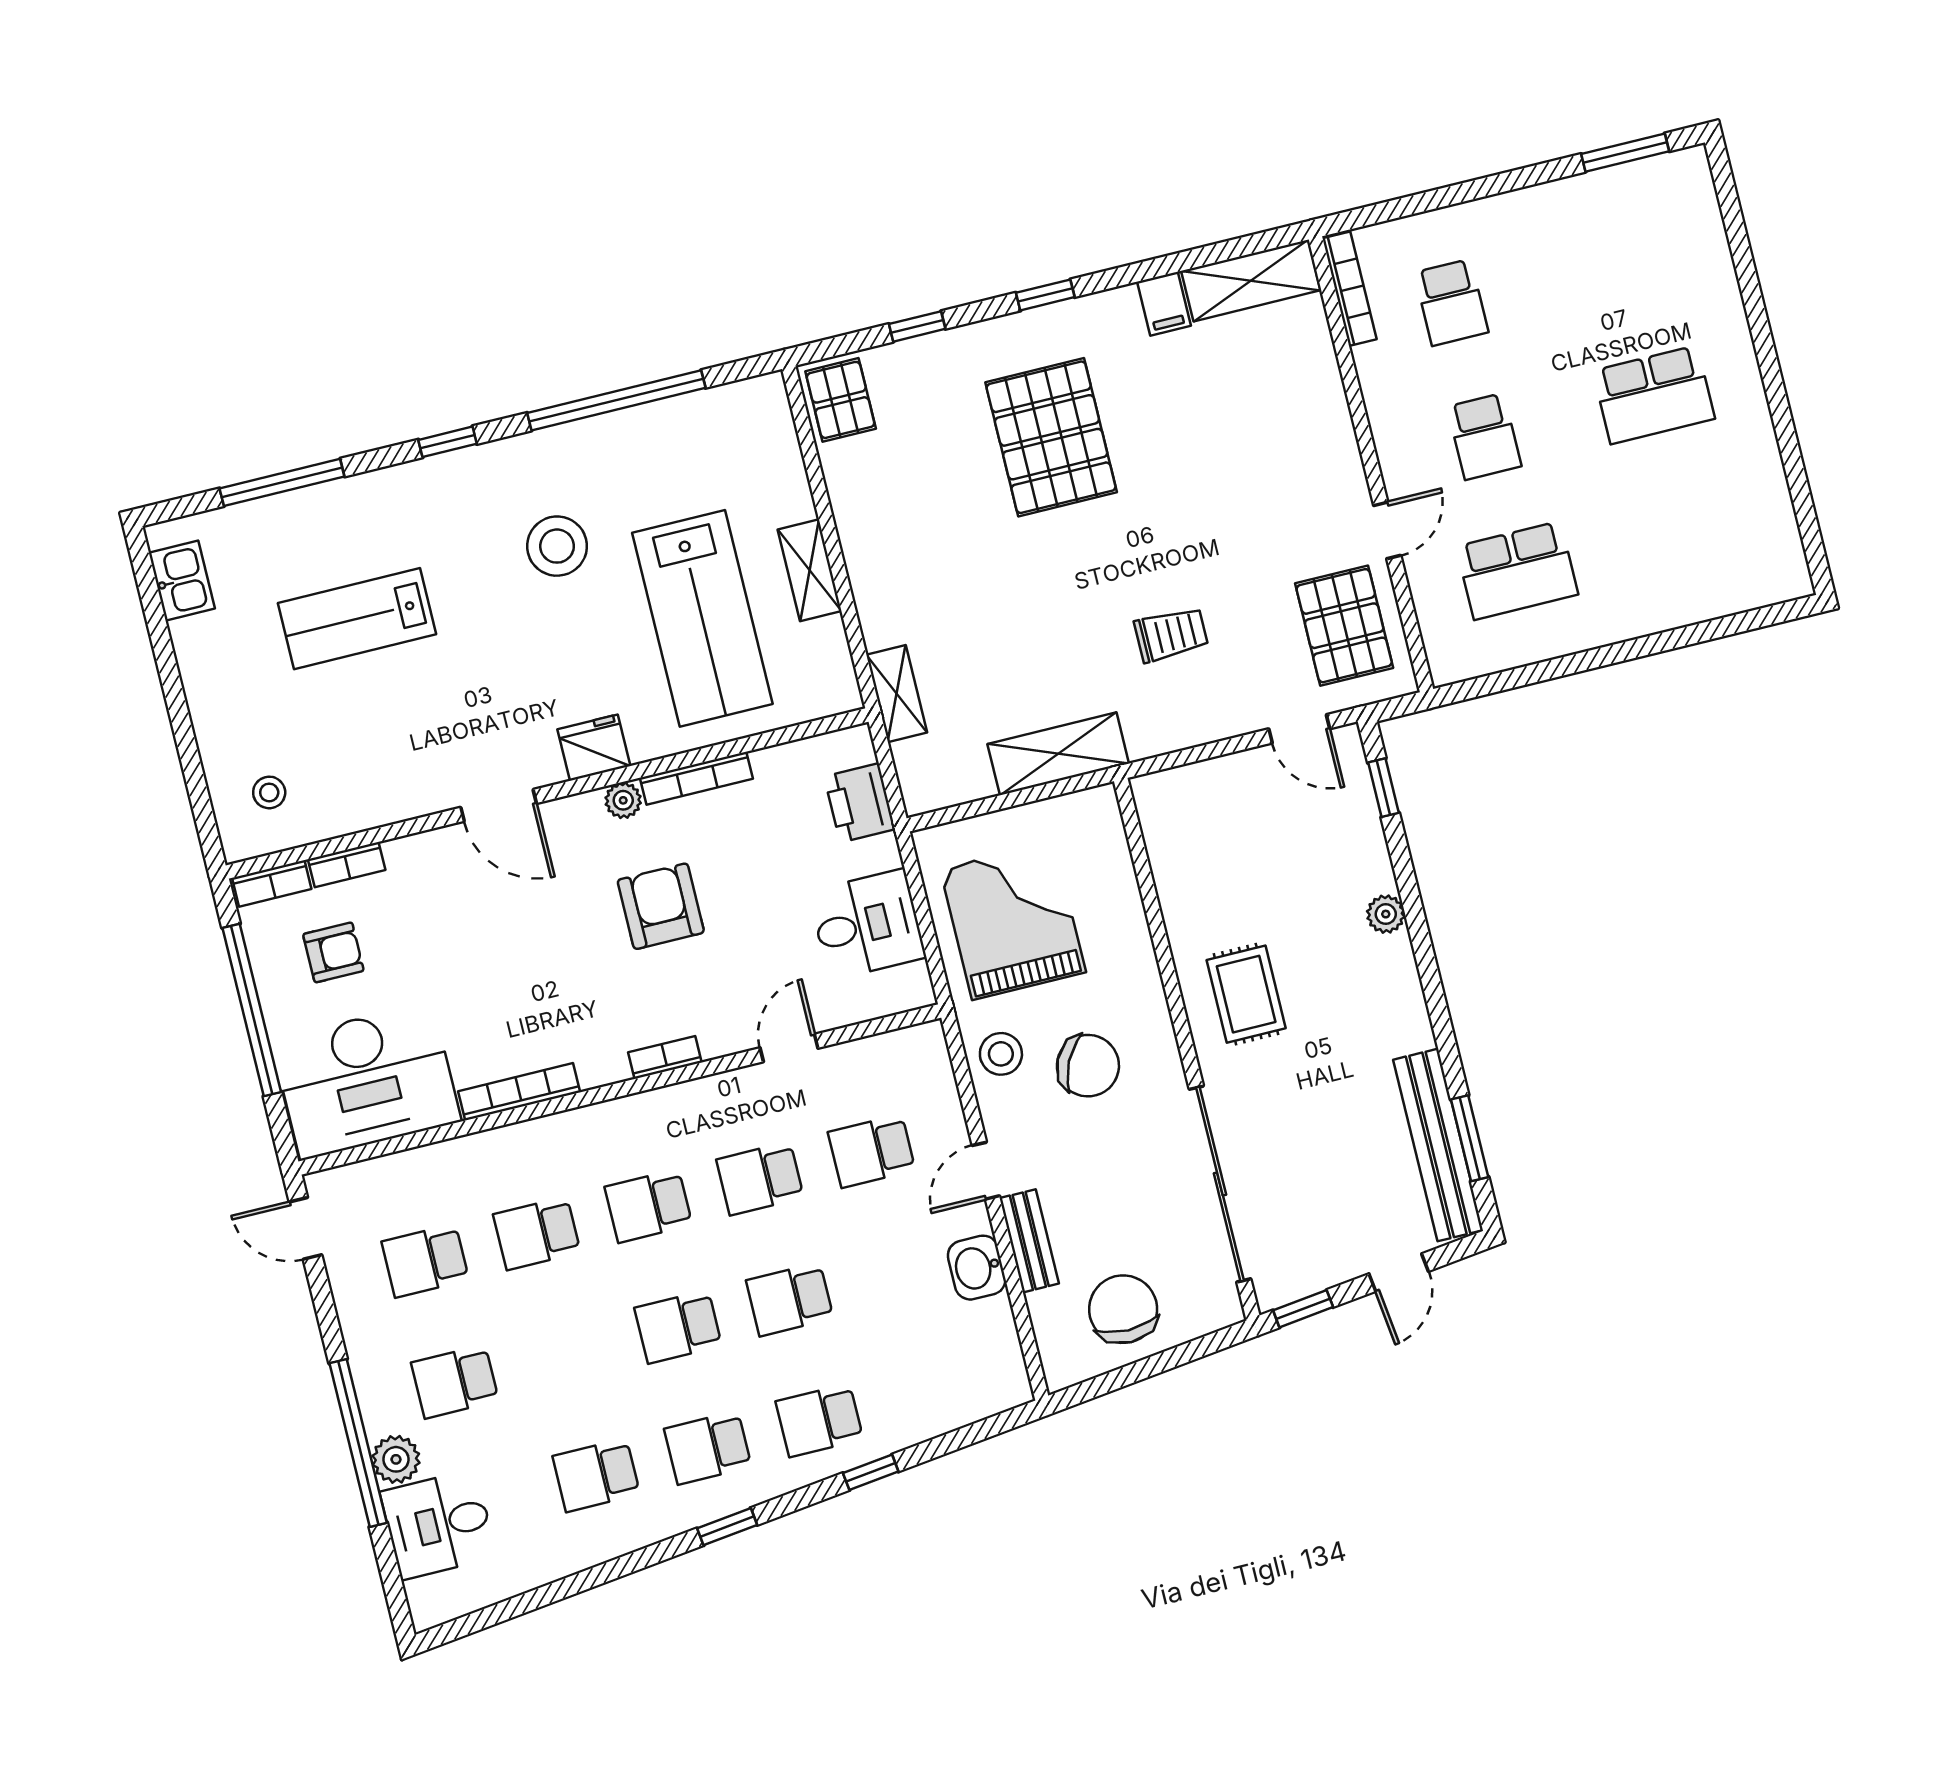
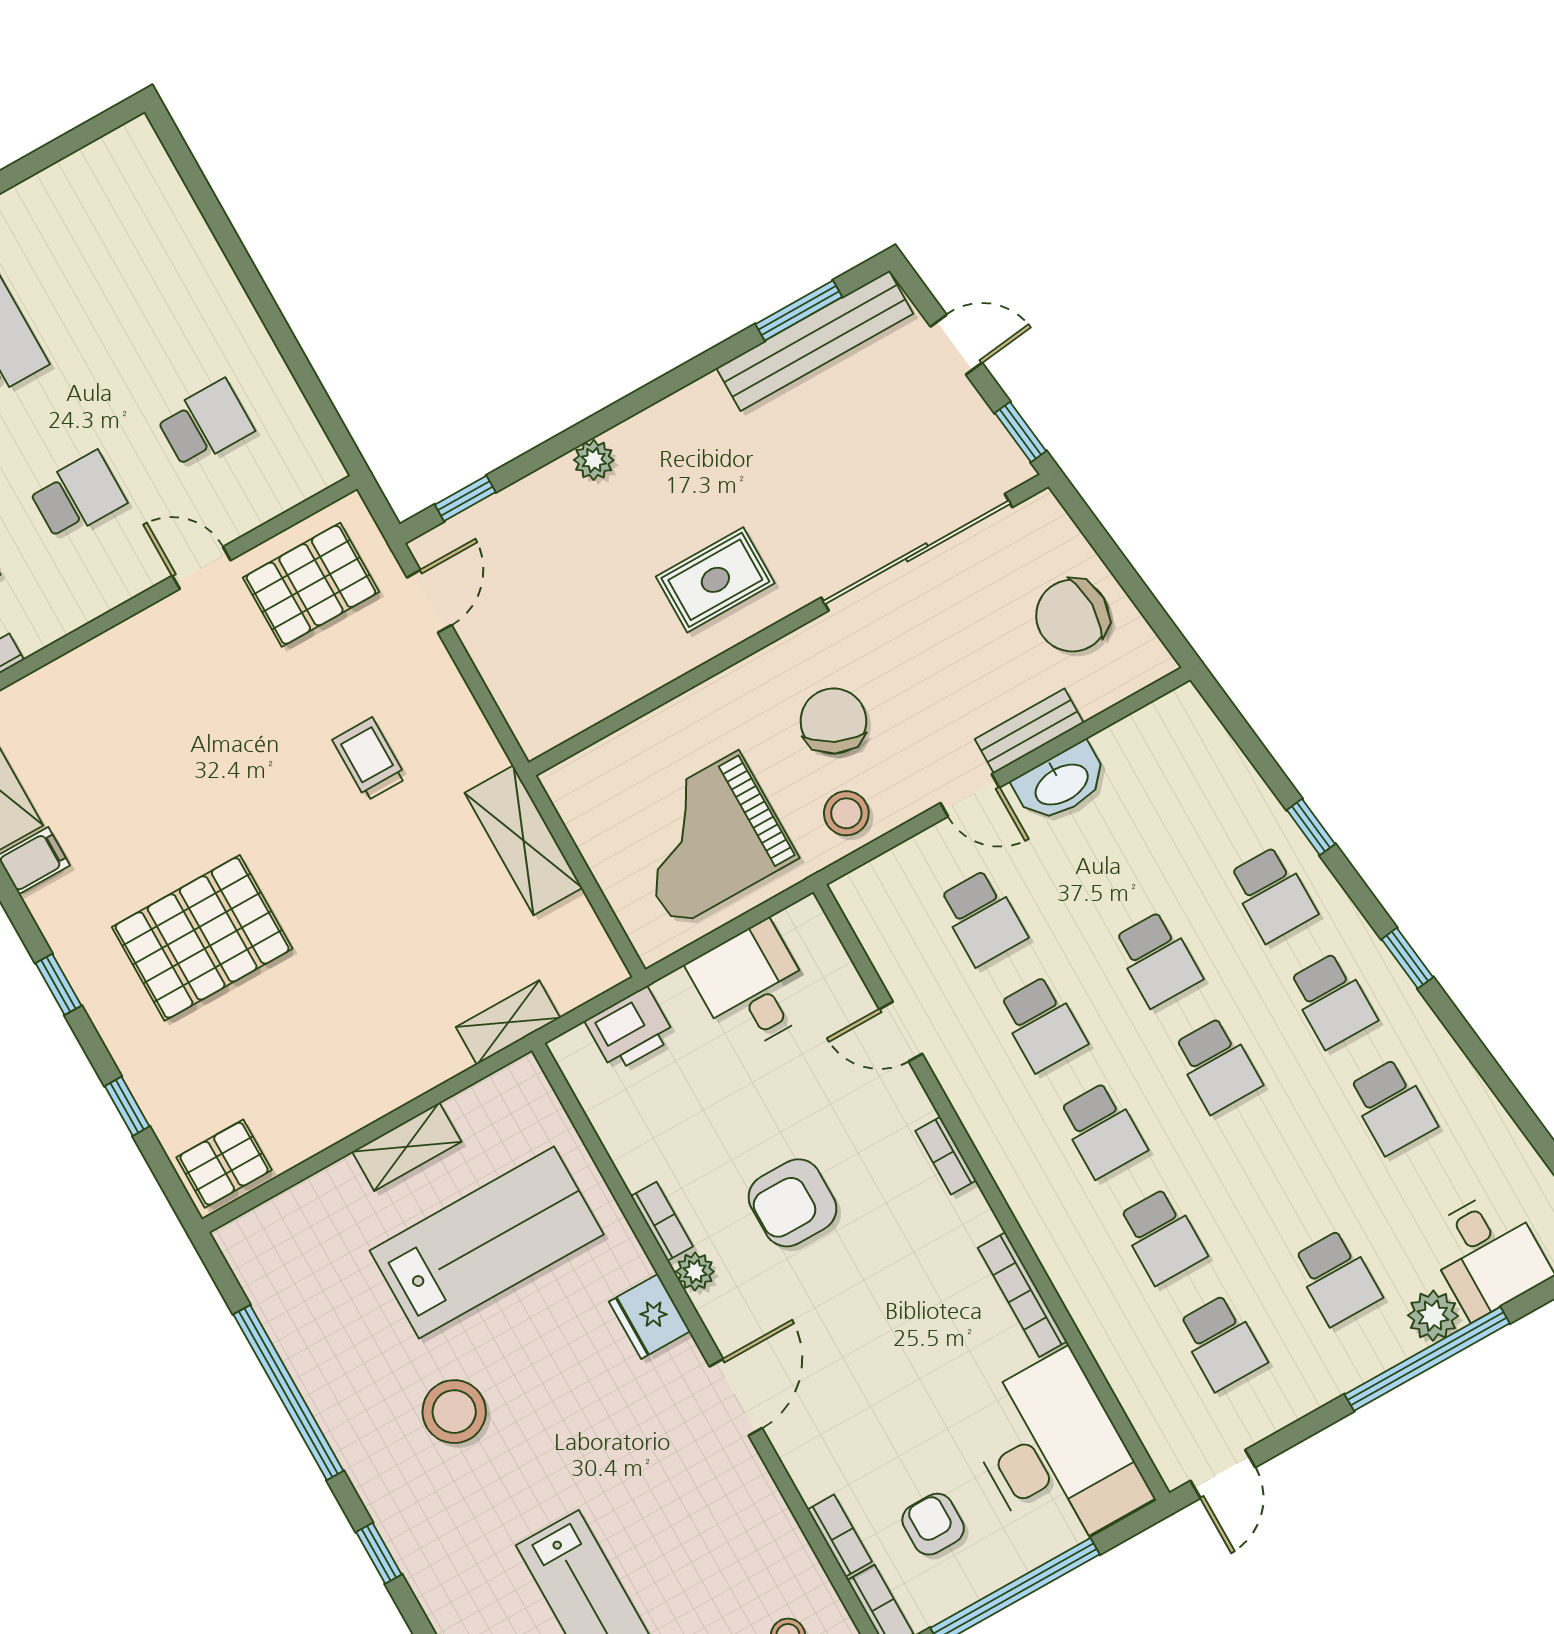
school desk: (1517, 570) -> (205, 424), width x0.54
bookcase: (696, 778) -> (662, 1221), width x0.64
washbasin: (977, 1268) -> (1061, 783), width x1.38

